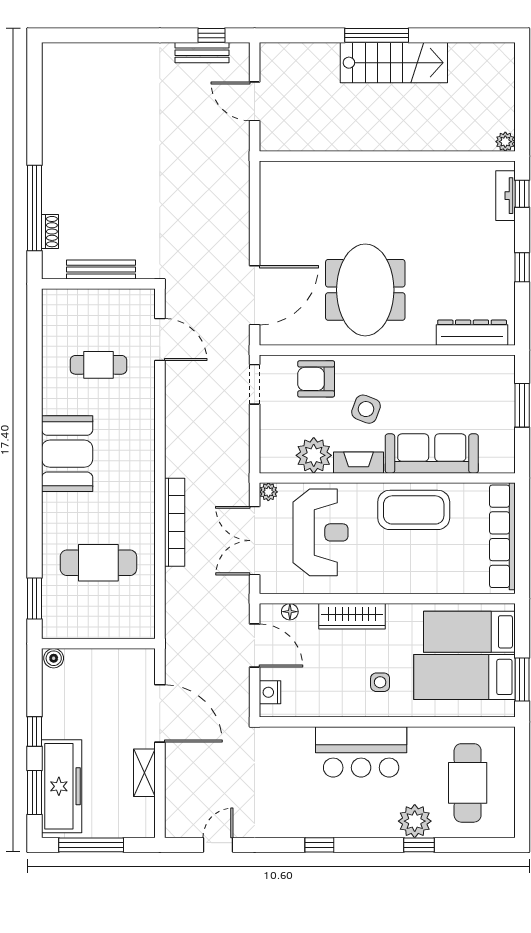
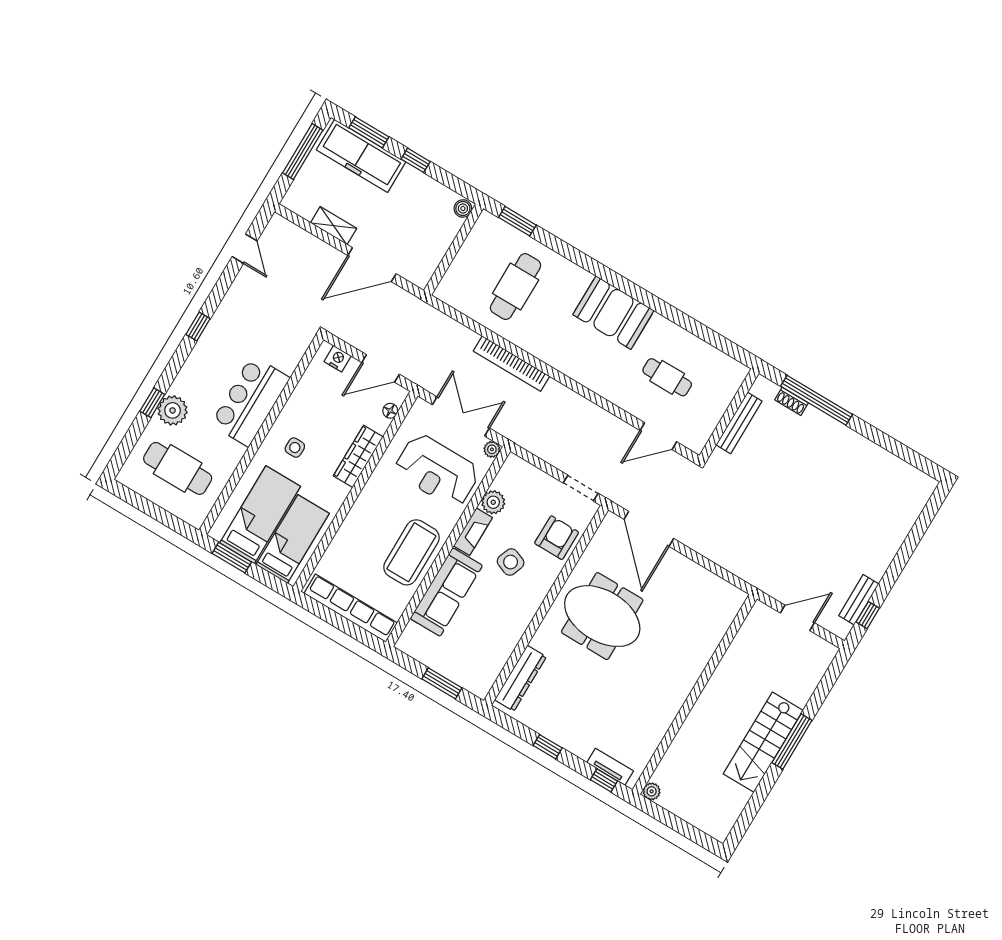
cafe table: (98, 365) -> (667, 377), turned 90
plant: (314, 455) -> (493, 502), width x0.73, depth x0.73

